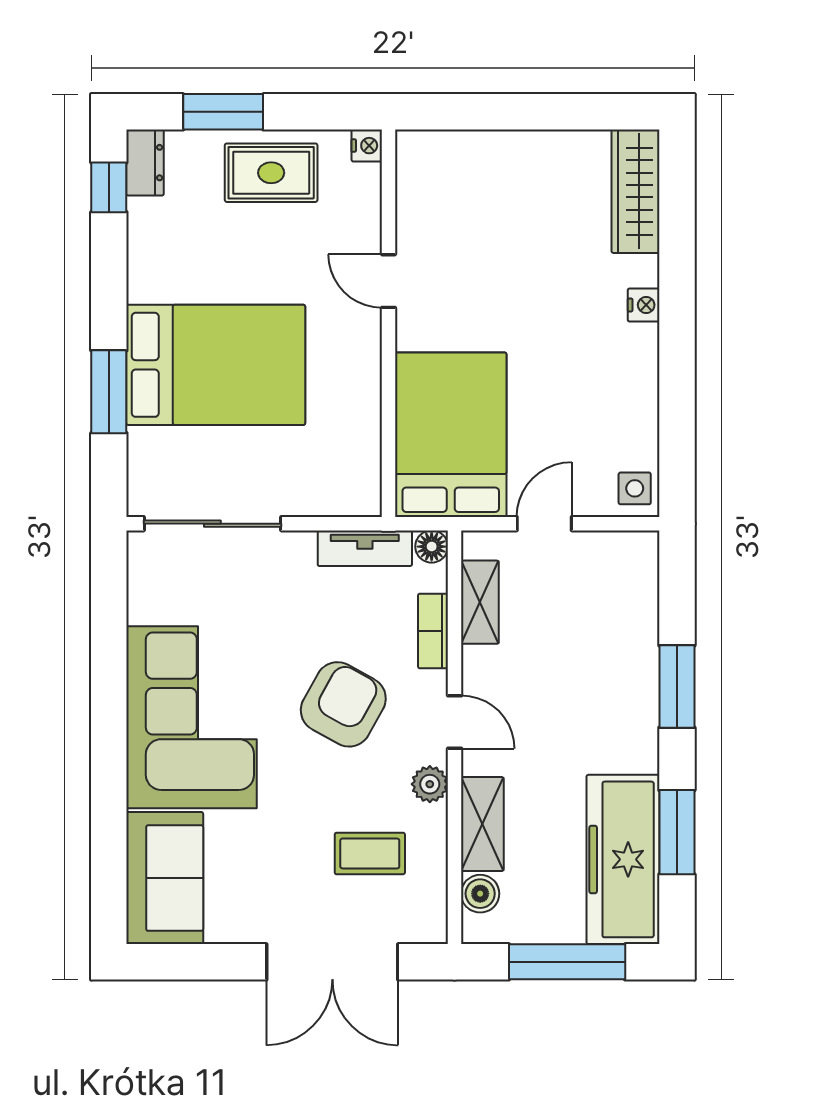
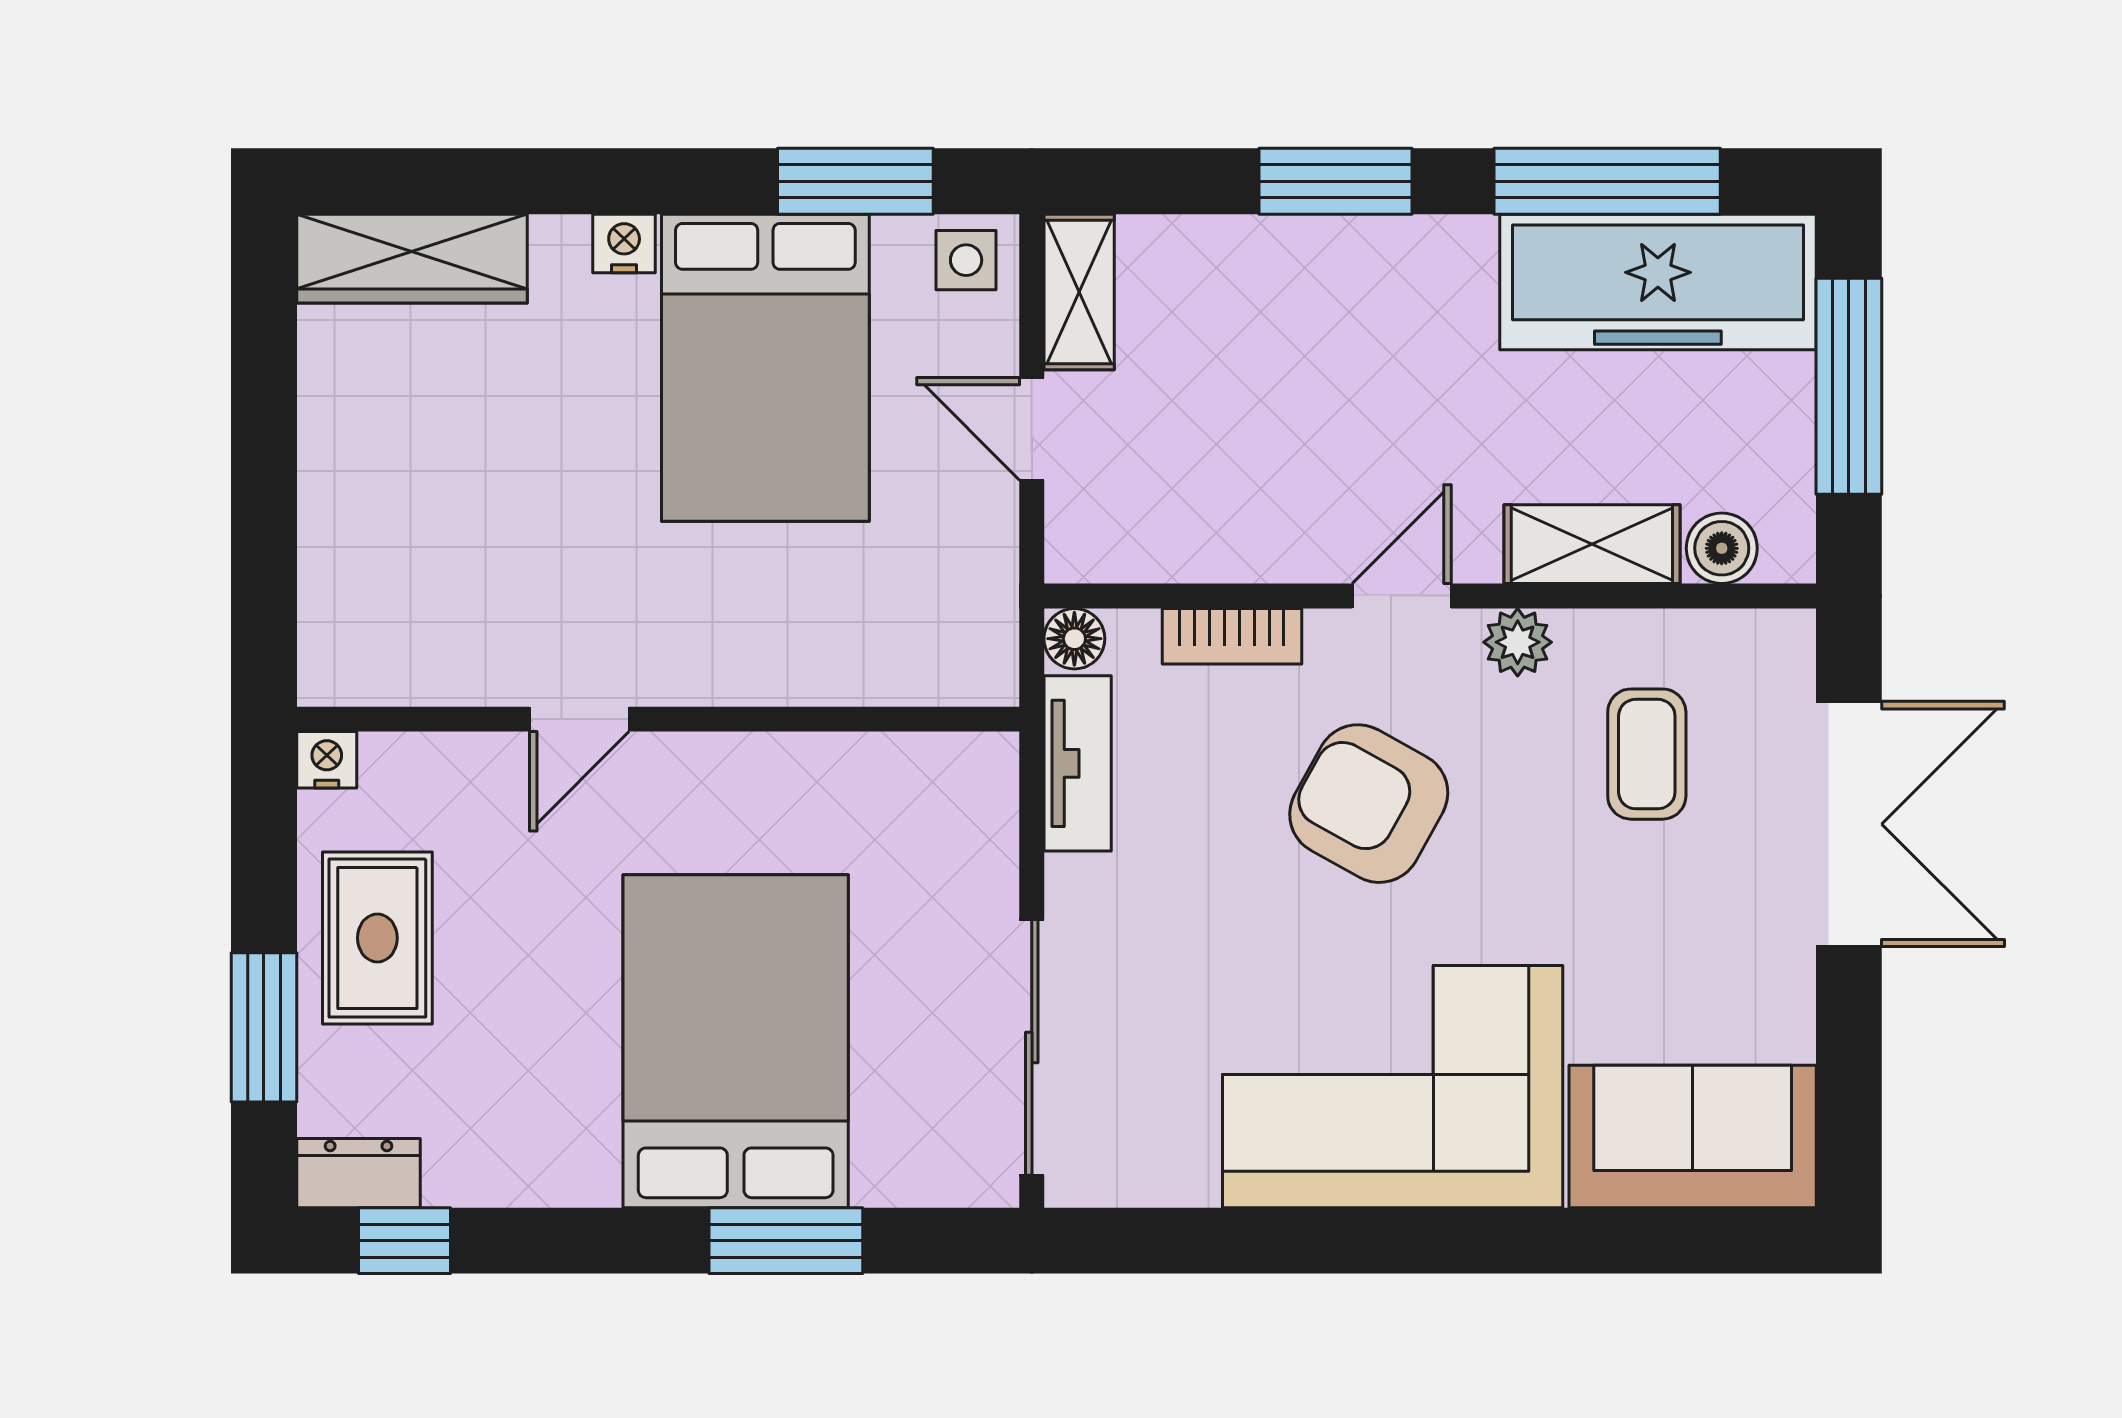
window: (677, 429) -> (855, 181), added
bed: (451, 435) -> (765, 368), moved, turned -90
shelving: (480, 602) -> (1079, 292), moved, turned 90
window: (677, 832) -> (1607, 181), width x1.44

